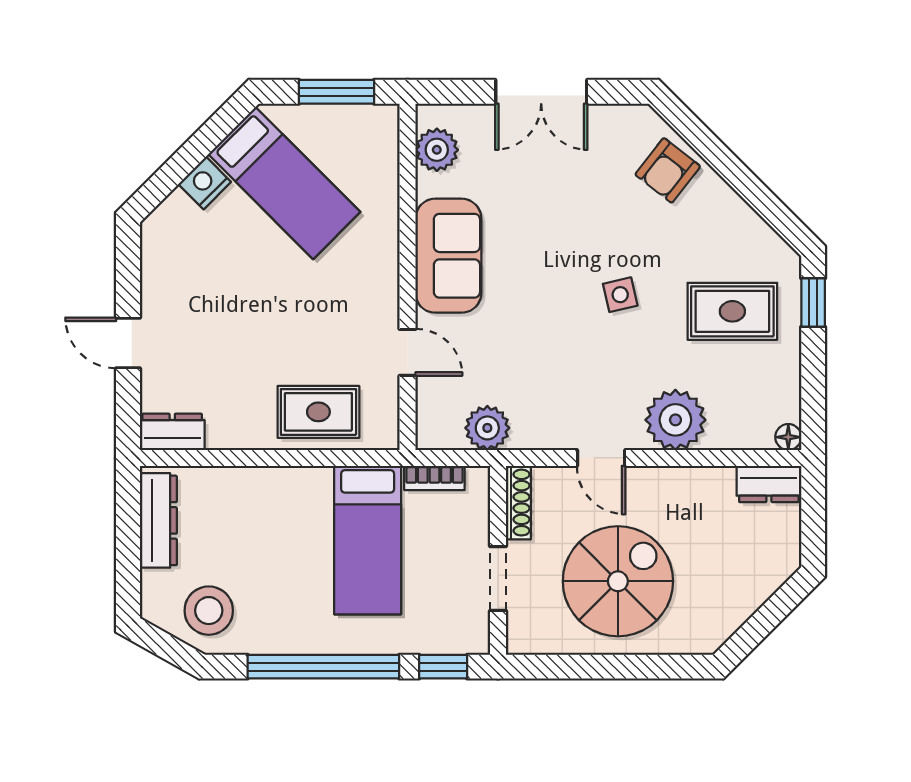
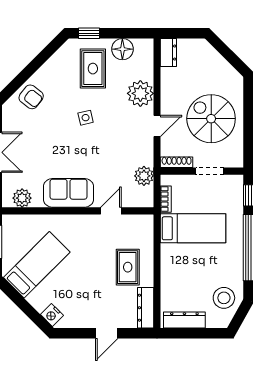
nightstand: (205, 183) -> (52, 315), moved
rug: (318, 412) -> (128, 267), moved
dresser: (172, 432) -> (146, 308), width x1.44
floor lamp: (788, 437) -> (122, 49), moved, width x1.89, depth x1.89

